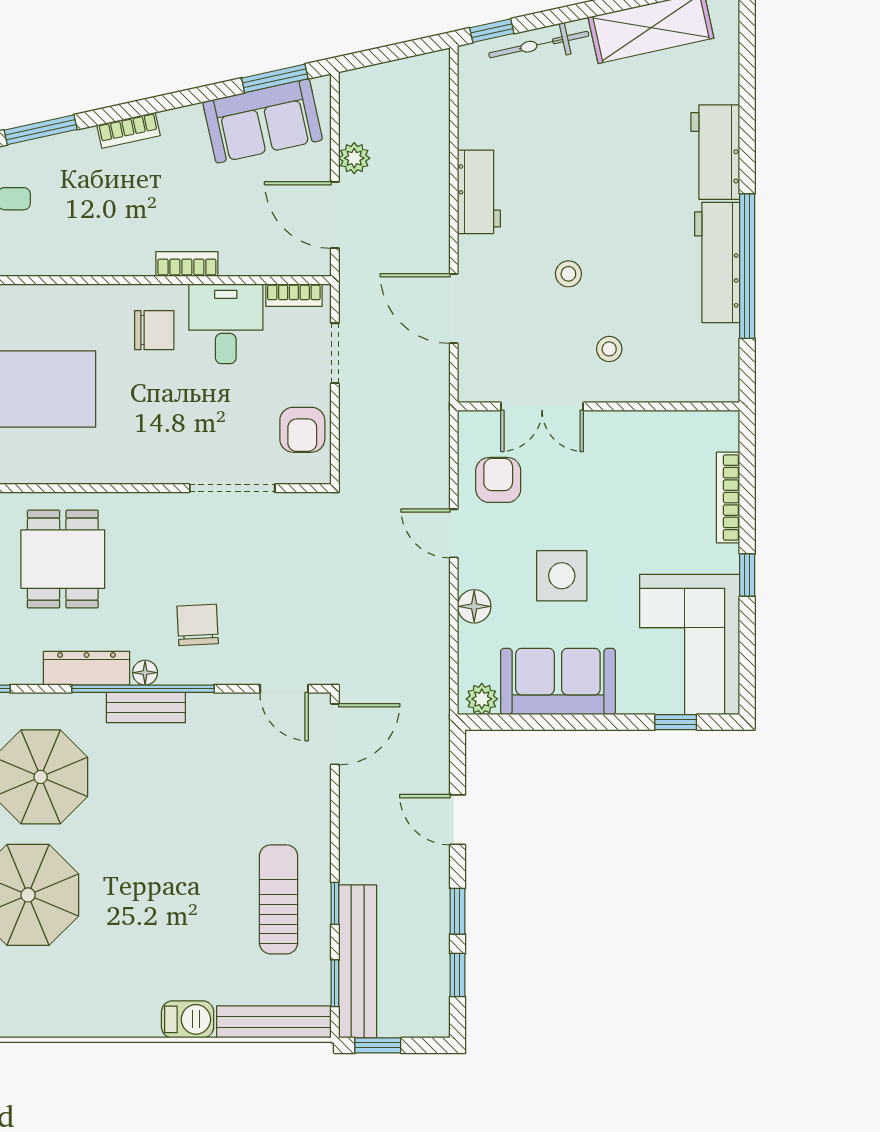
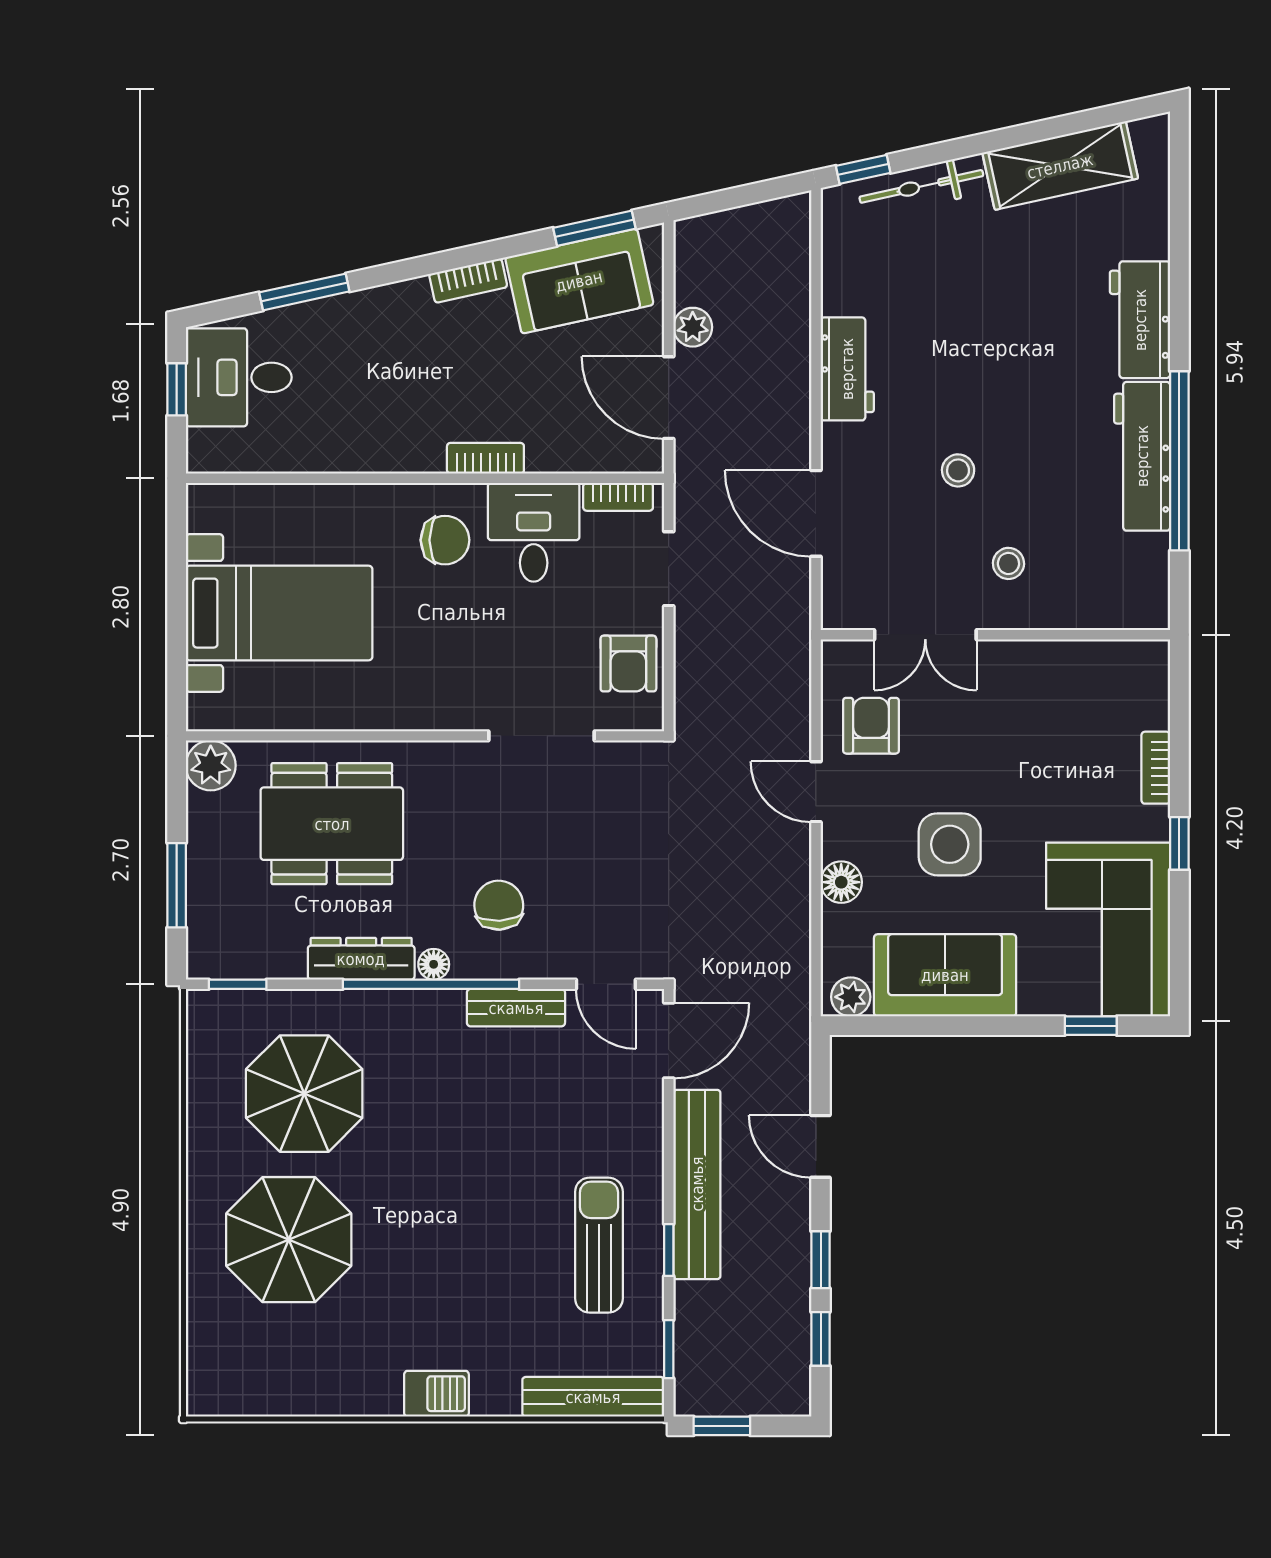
bookcase: (129, 130) -> (468, 281), moved
bookcase: (728, 498) -> (1156, 768), width x0.64
dining table: (63, 559) -> (332, 824), width x1.38
bench: (146, 708) -> (516, 1008), moved
bench: (358, 961) -> (697, 1184), moved
barbecue: (188, 1019) -> (436, 1394), moved

